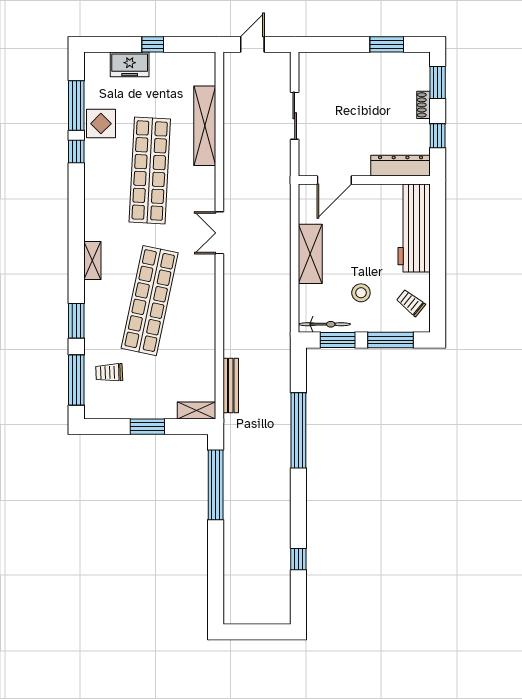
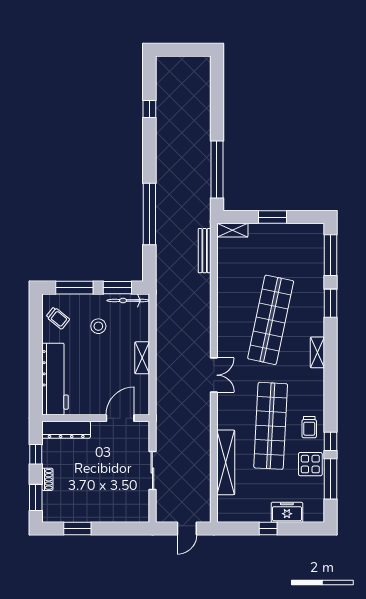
shelving: (310, 254) -> (142, 358), width x0.67, depth x0.75
trolley: (109, 372) -> (309, 427), moved, turned 92

